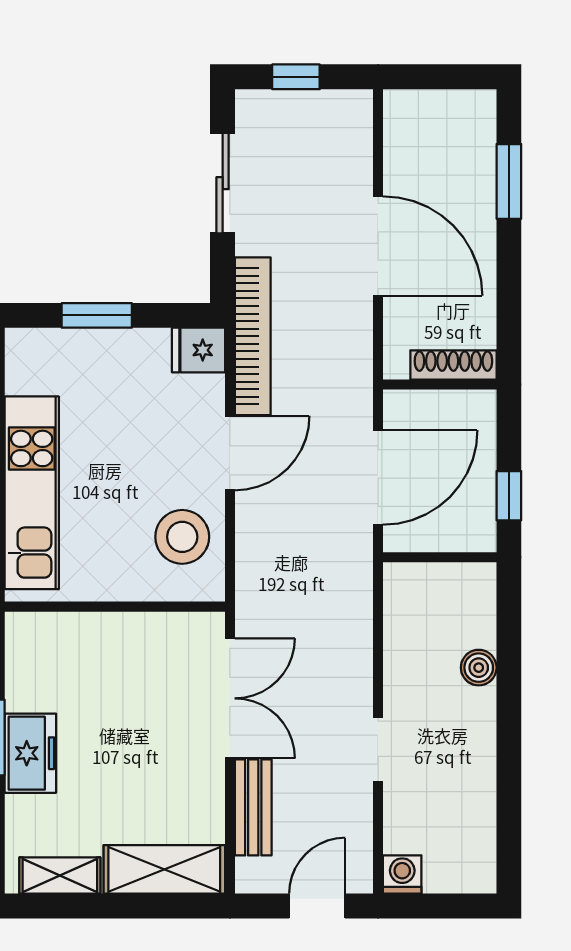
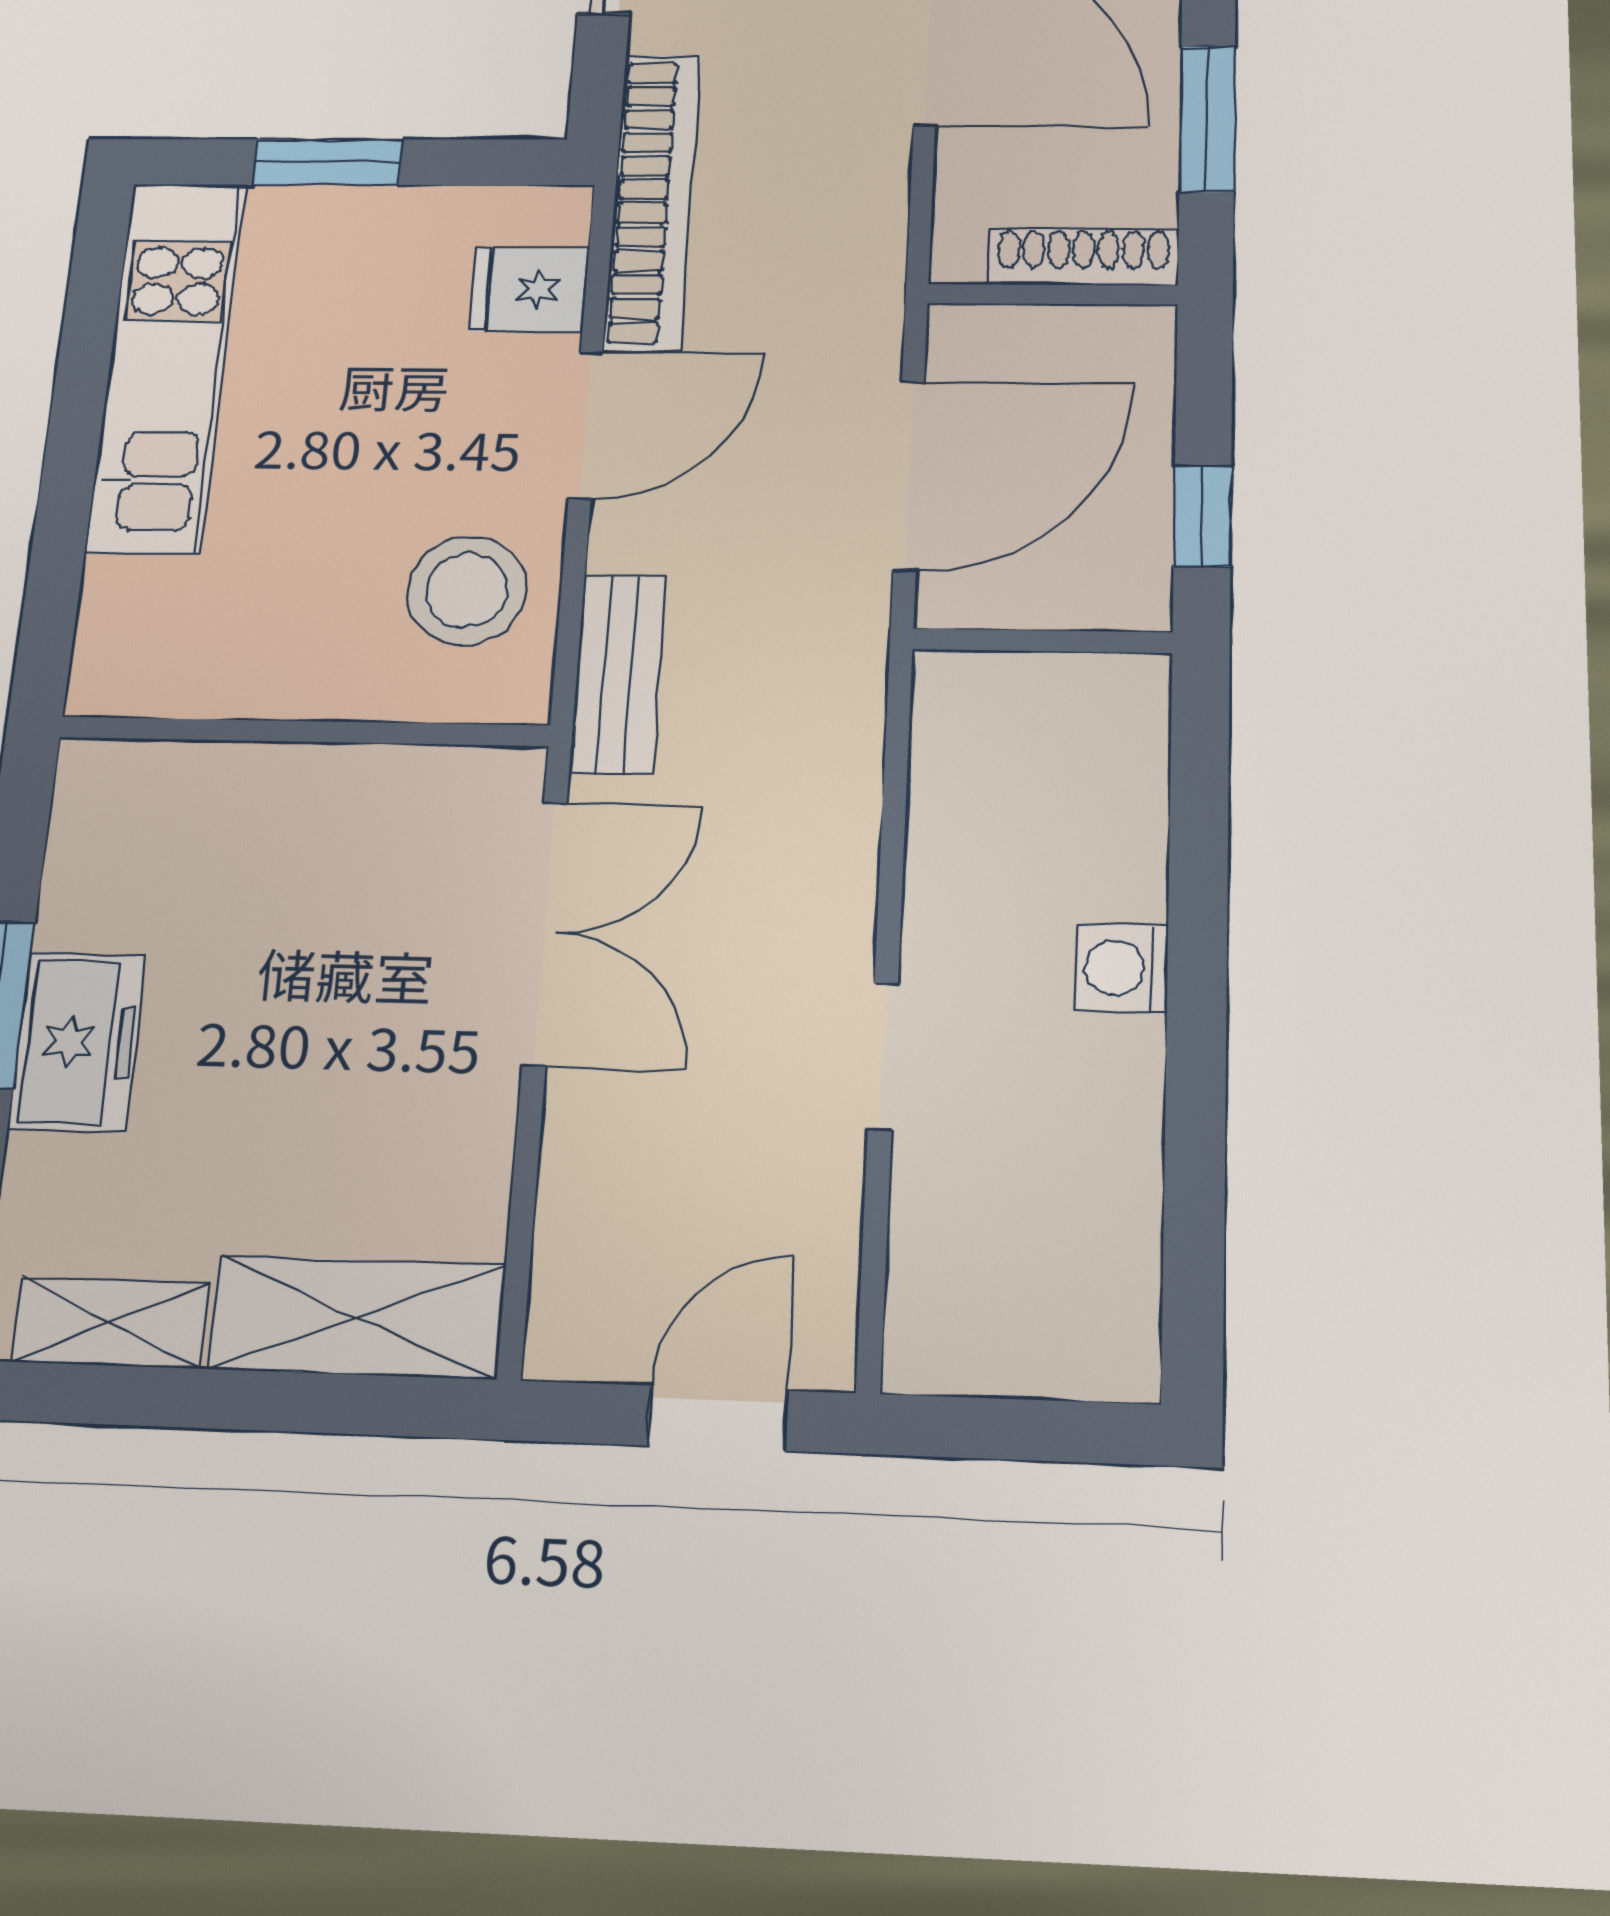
window: (509, 292) -> (1207, 119), added
fridge: (198, 350) -> (529, 289), moved
kitchen unit: (32, 493) -> (167, 365), moved
boiler: (479, 668) -> (1127, 879), removed
bench: (253, 807) -> (618, 674), moved
washing machine: (402, 875) -> (1122, 968), moved, turned -90

